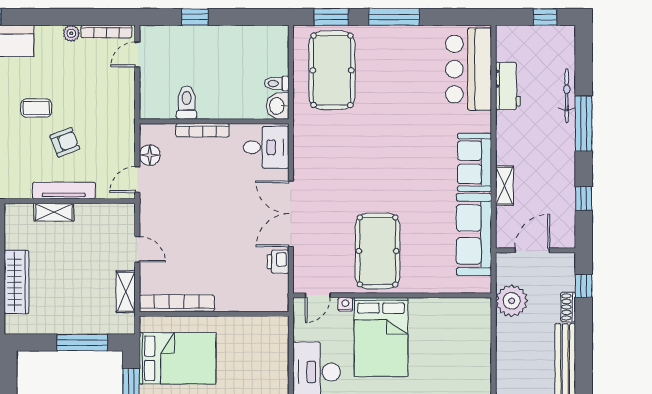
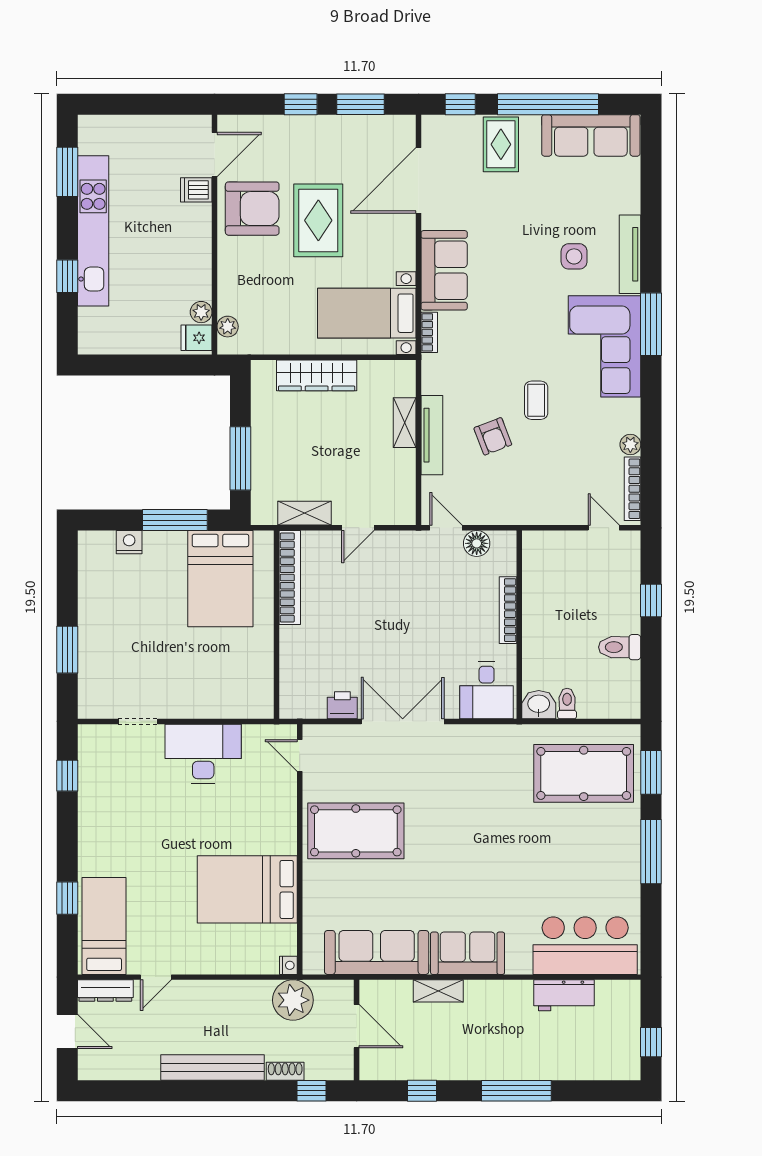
bicycle: (567, 96) -> (552, 1070), removed
toilet: (187, 103) -> (620, 647), moved, turned 180
nightstand: (345, 304) -> (288, 965), moved
bed: (381, 337) -> (247, 889), moved

